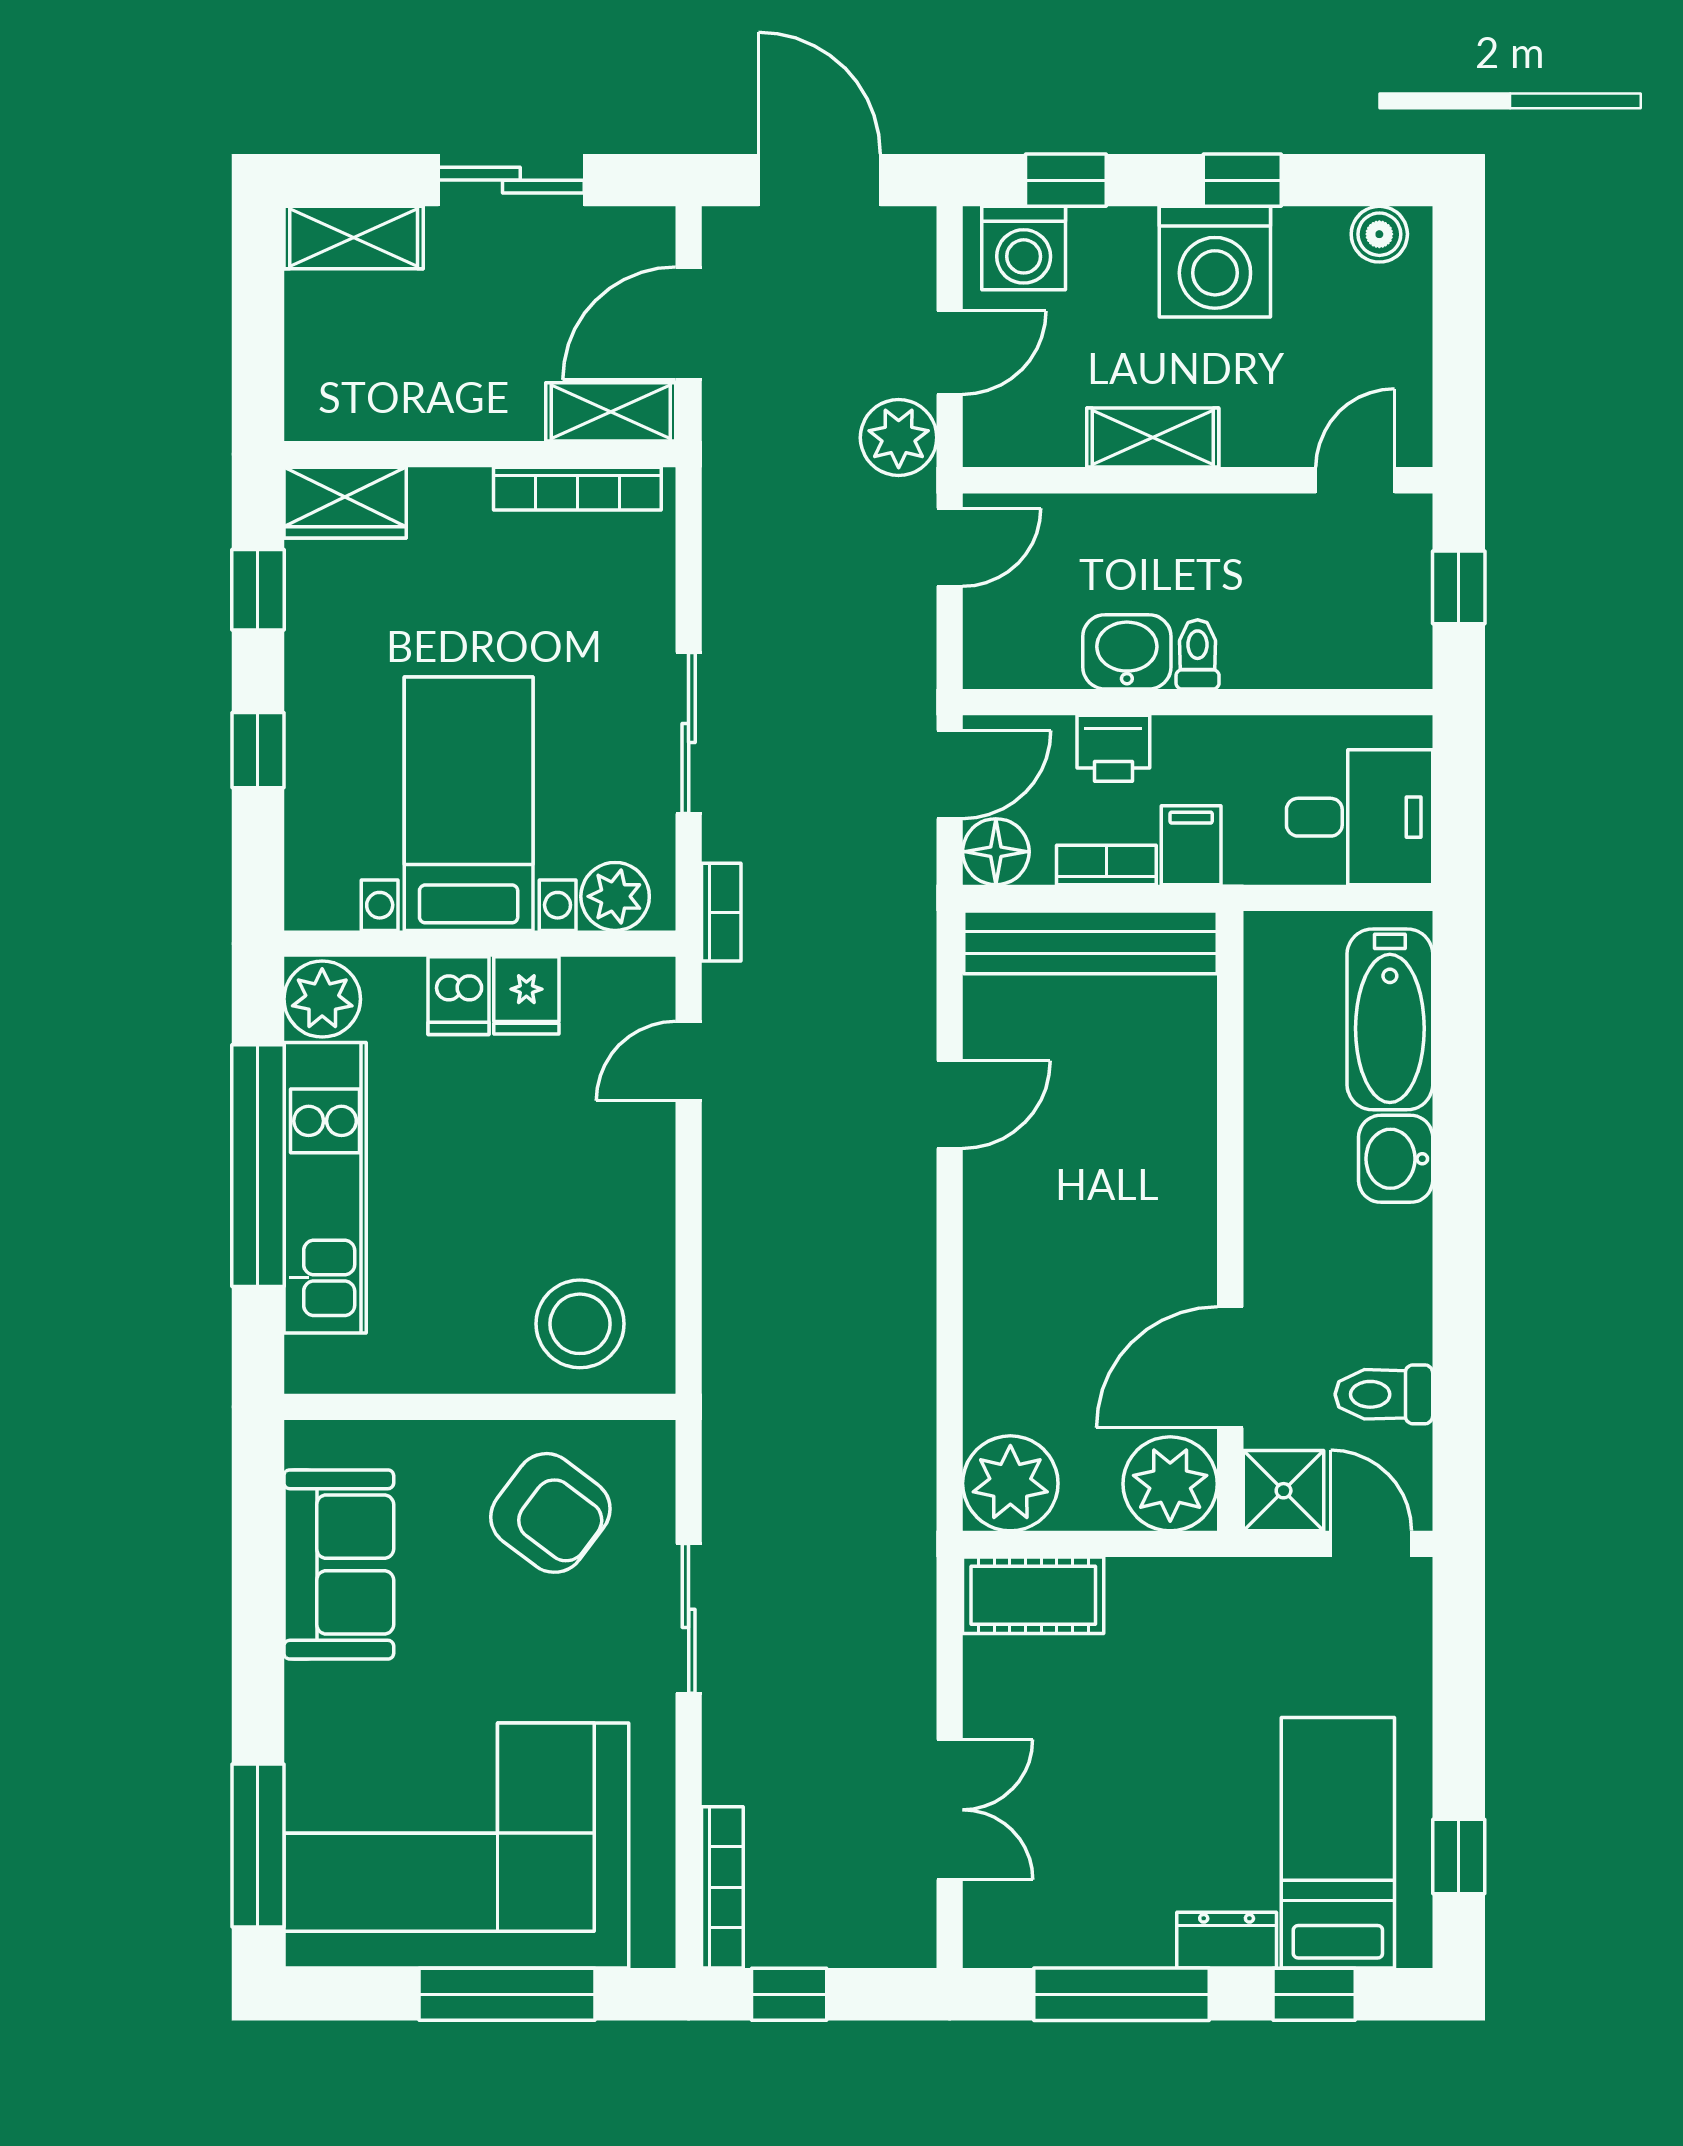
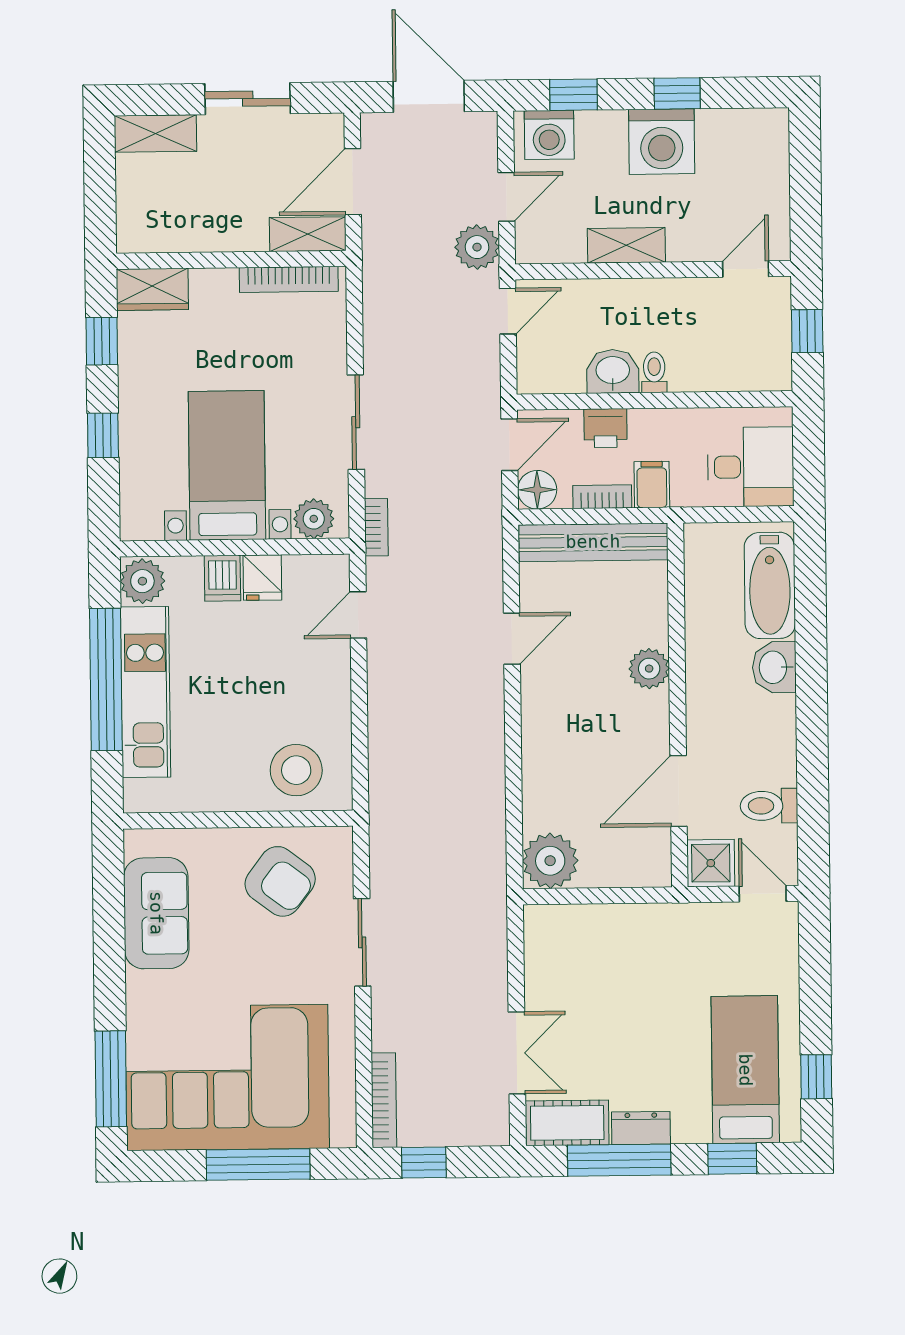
boiler: (1379, 234) -> (758, 124), removed
plant: (1170, 1484) -> (649, 669), moved, width x0.73, depth x0.73
cot: (1033, 1595) -> (567, 1123), moved
dresser: (1227, 1940) -> (641, 1128), moved

